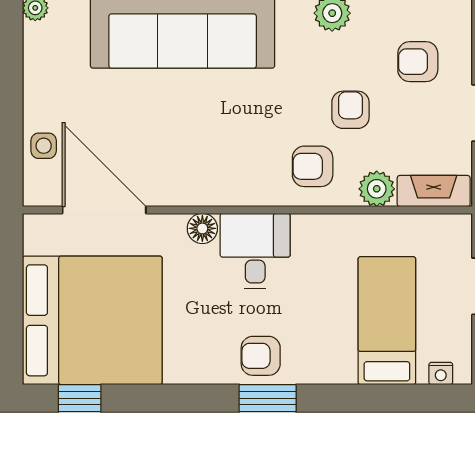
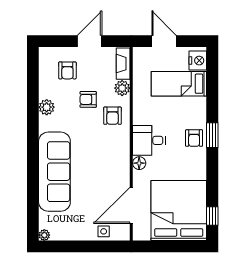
nightstand: (441, 374) -> (198, 61), width x1.89, depth x1.79

